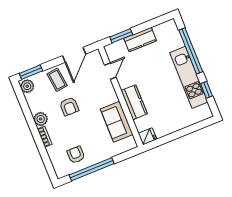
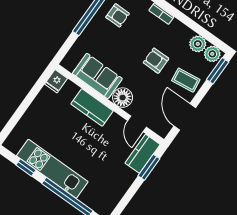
kitchen counter: (140, 40) -> (143, 154), moved
floor lamp: (109, 96) -> (123, 98), added
plant: (41, 119) -> (198, 44), moved

